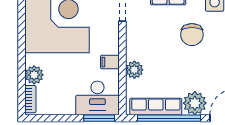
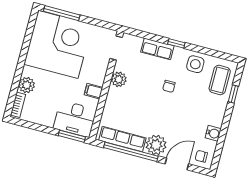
chair: (192, 35) -> (169, 86), width x0.54, depth x0.54
plant: (134, 70) -> (119, 79), moved

